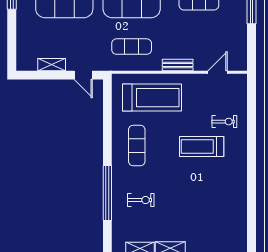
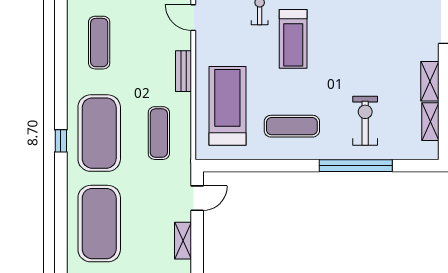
exercise bike: (141, 200) -> (365, 121), width x1.38, depth x1.39

